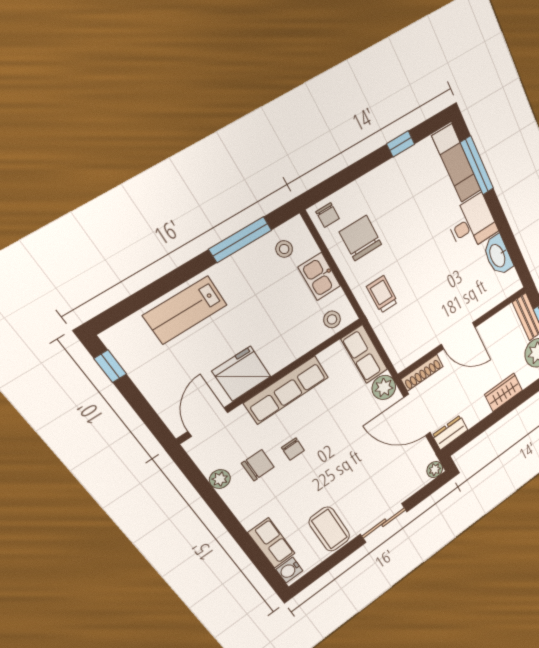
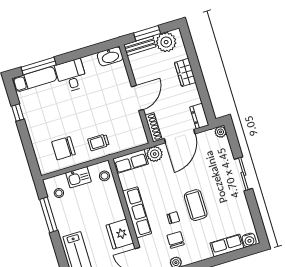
chair: (328, 215) -> (47, 164), removed
washbasin: (498, 255) -> (110, 56), moved
coffee table: (329, 529) -> (196, 205), moved, turned 90

